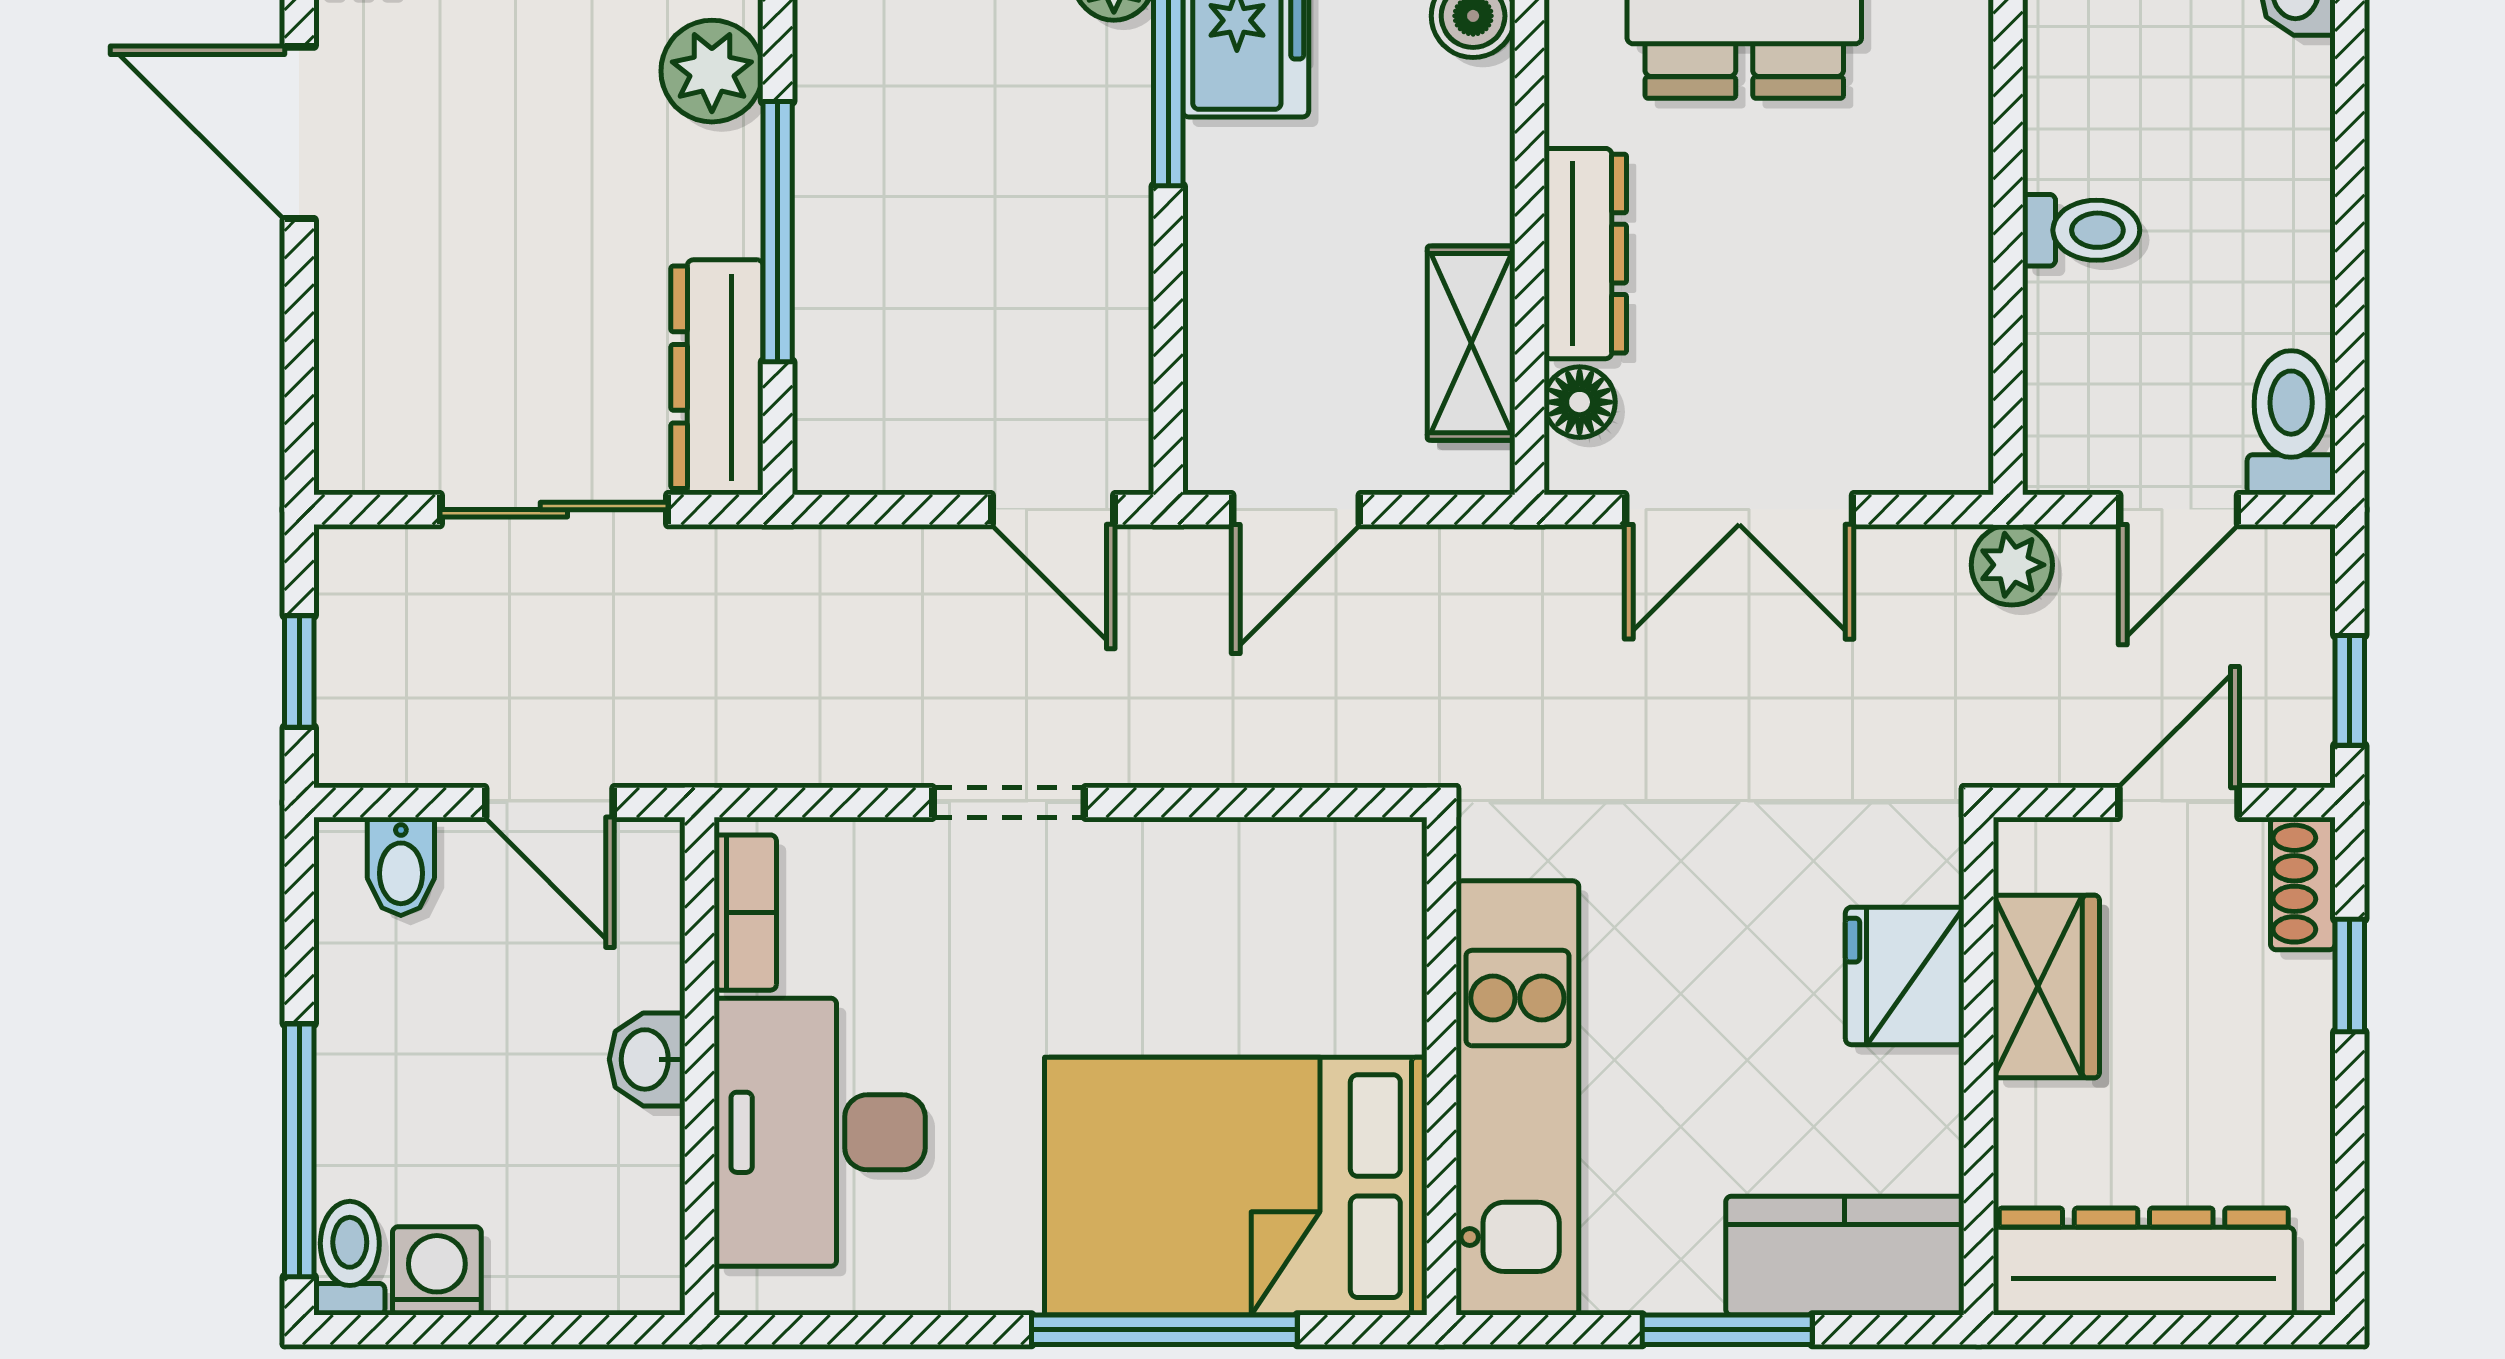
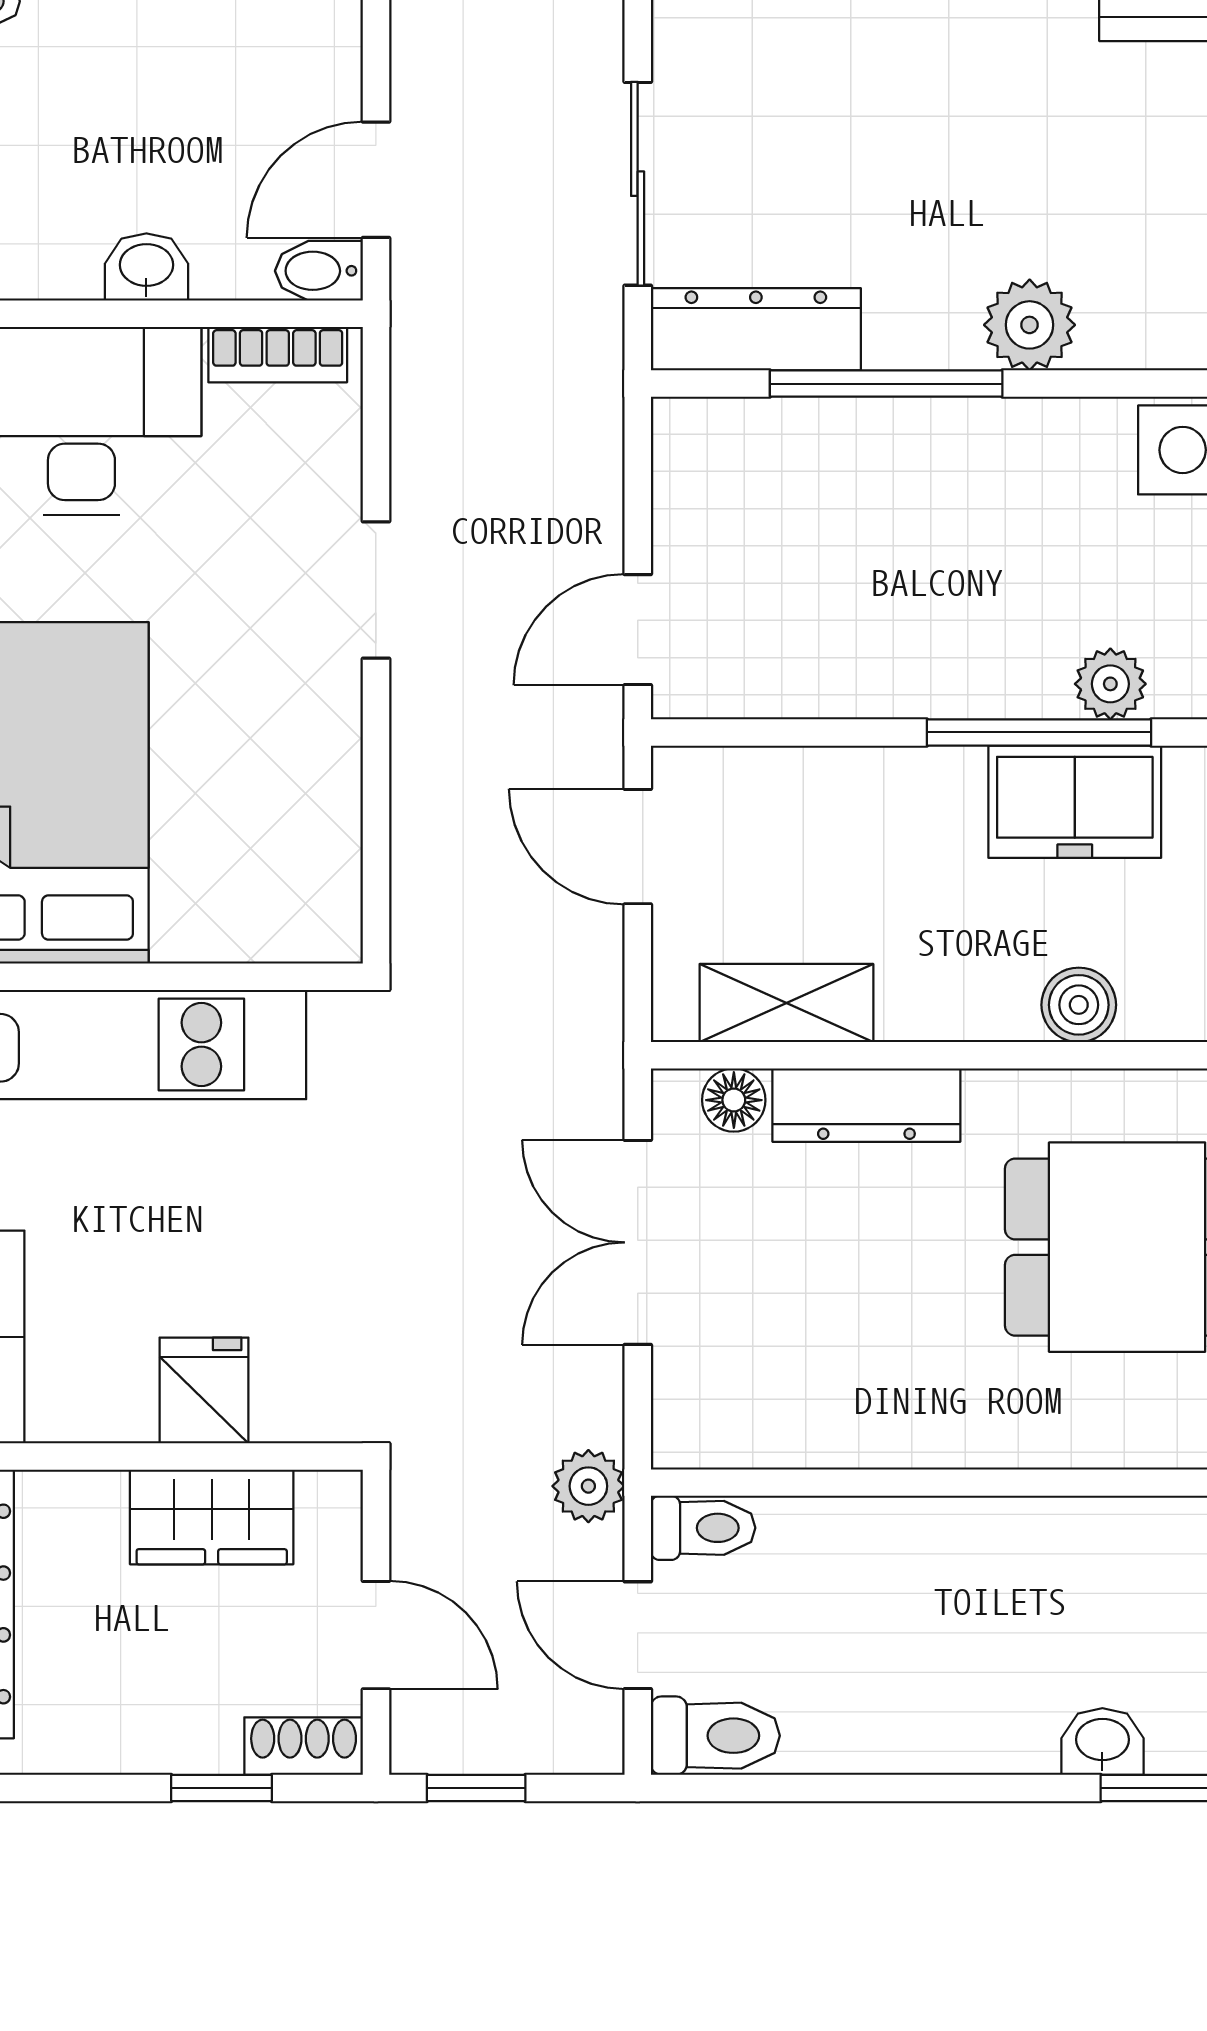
toilet: (2081, 230) -> (703, 1528), moved, turned -90
bidet: (401, 866) -> (319, 271), moved
fridge: (1905, 976) -> (204, 1390), width x0.72

